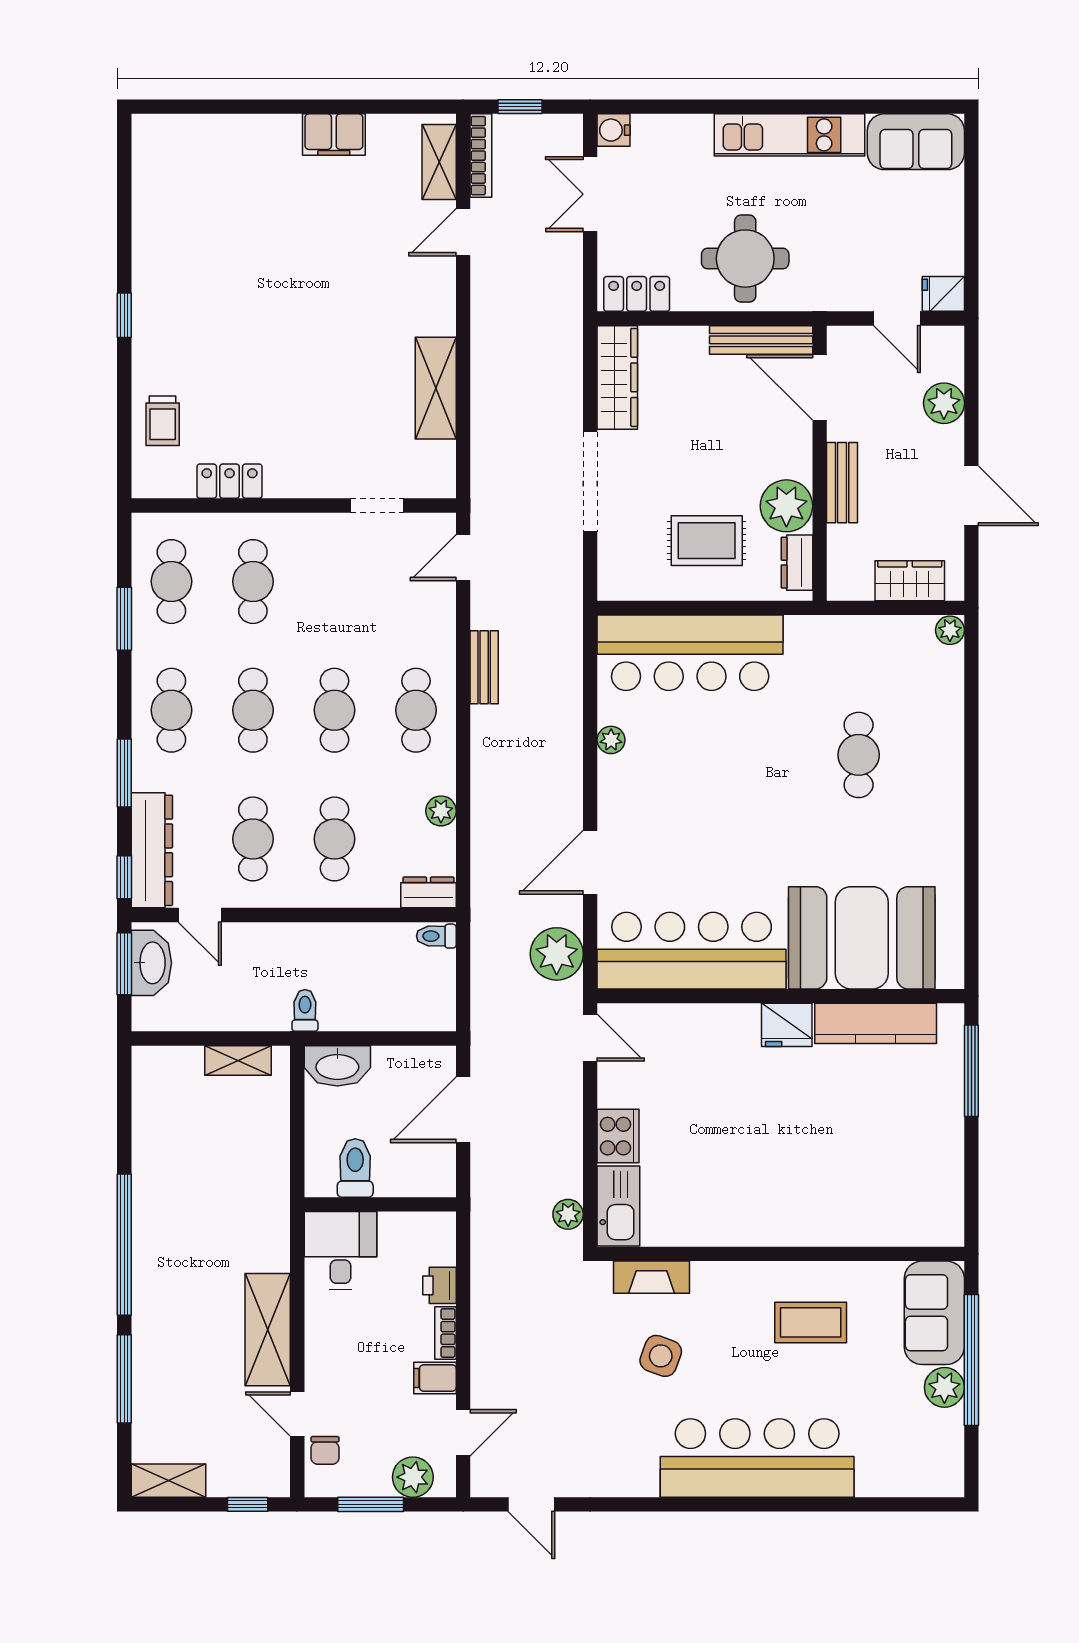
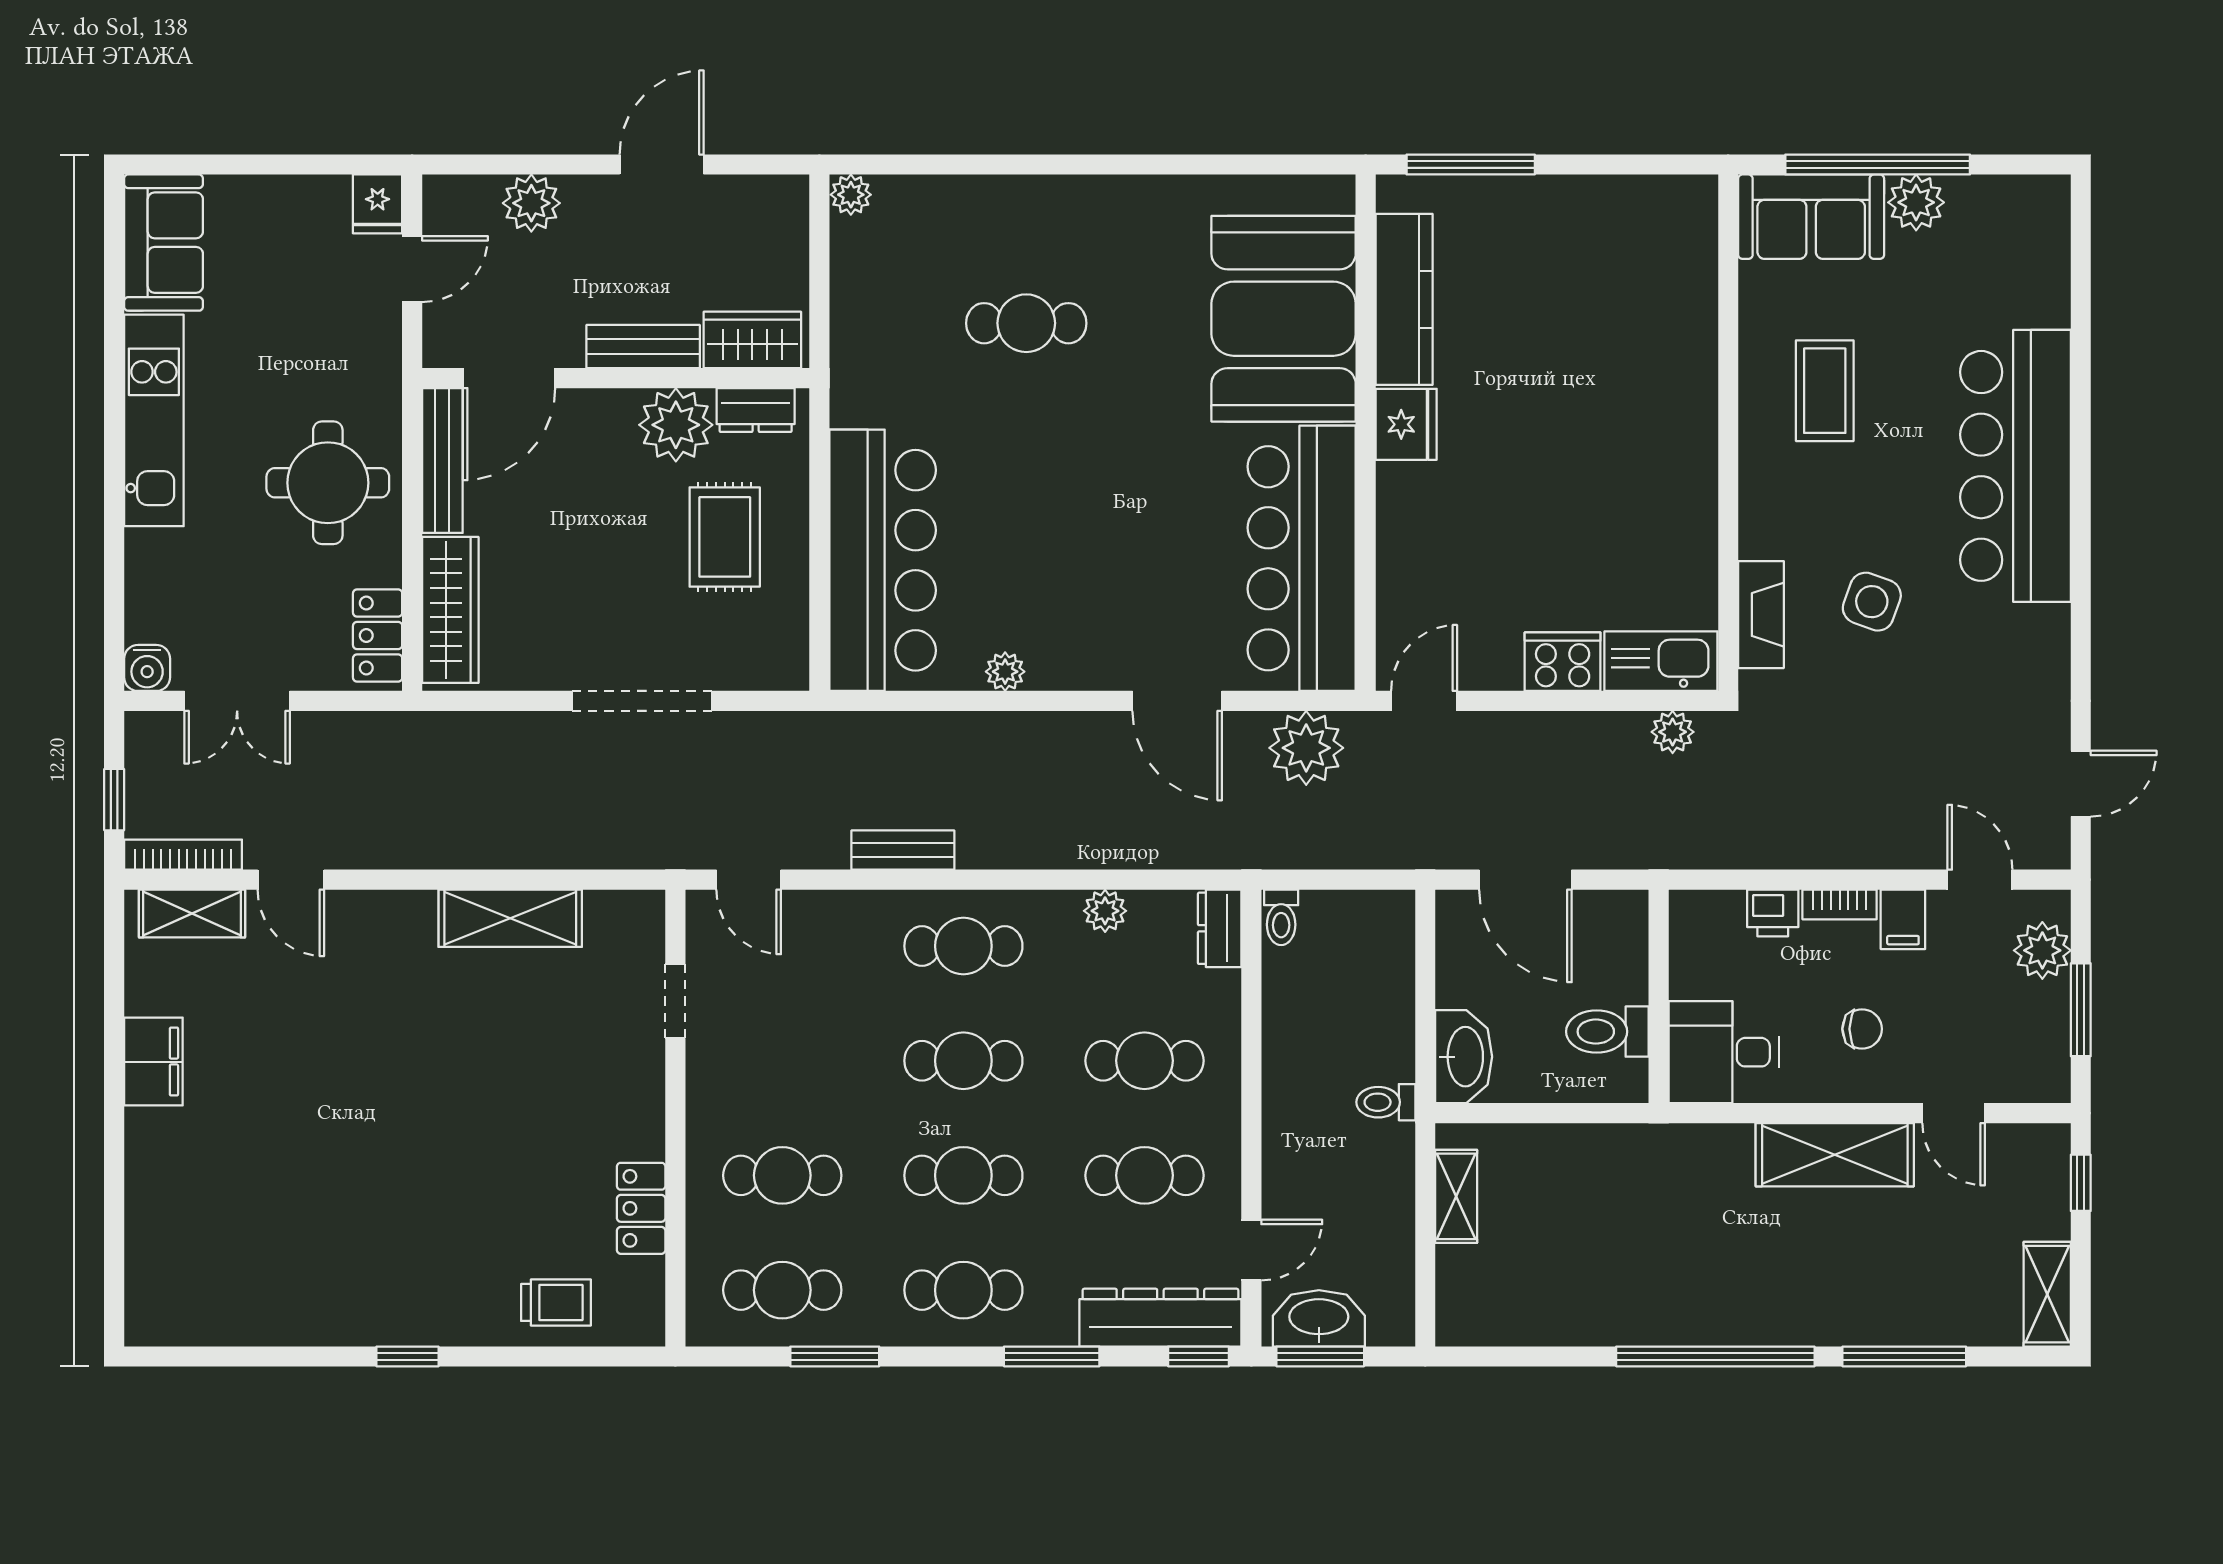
wardrobe: (617, 377) -> (450, 610), moved, turned 90
wardrobe: (910, 581) -> (752, 340), moved, turned 90
door: (297, 1414) -> (1954, 1113), hinge flipped
chair: (325, 1450) -> (1862, 1029), moved

